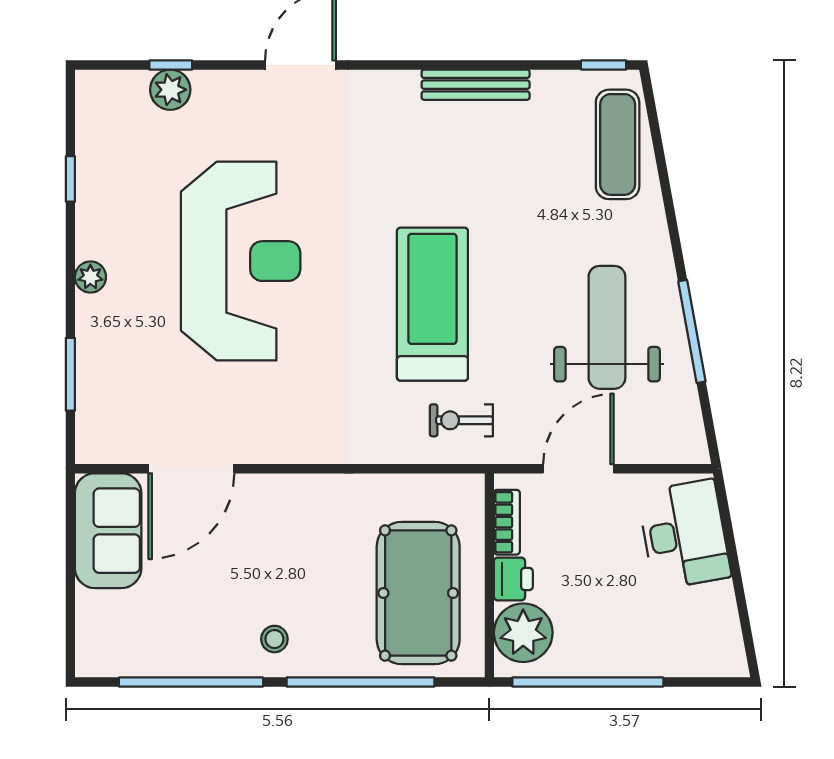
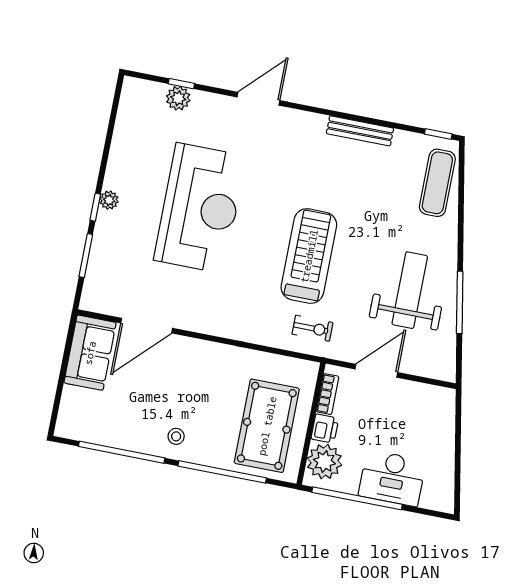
window: (70, 179) -> (95, 207), moved
exercise bike: (461, 420) -> (313, 328), turned 180
desk: (684, 534) -> (392, 478), moved, turned 100

